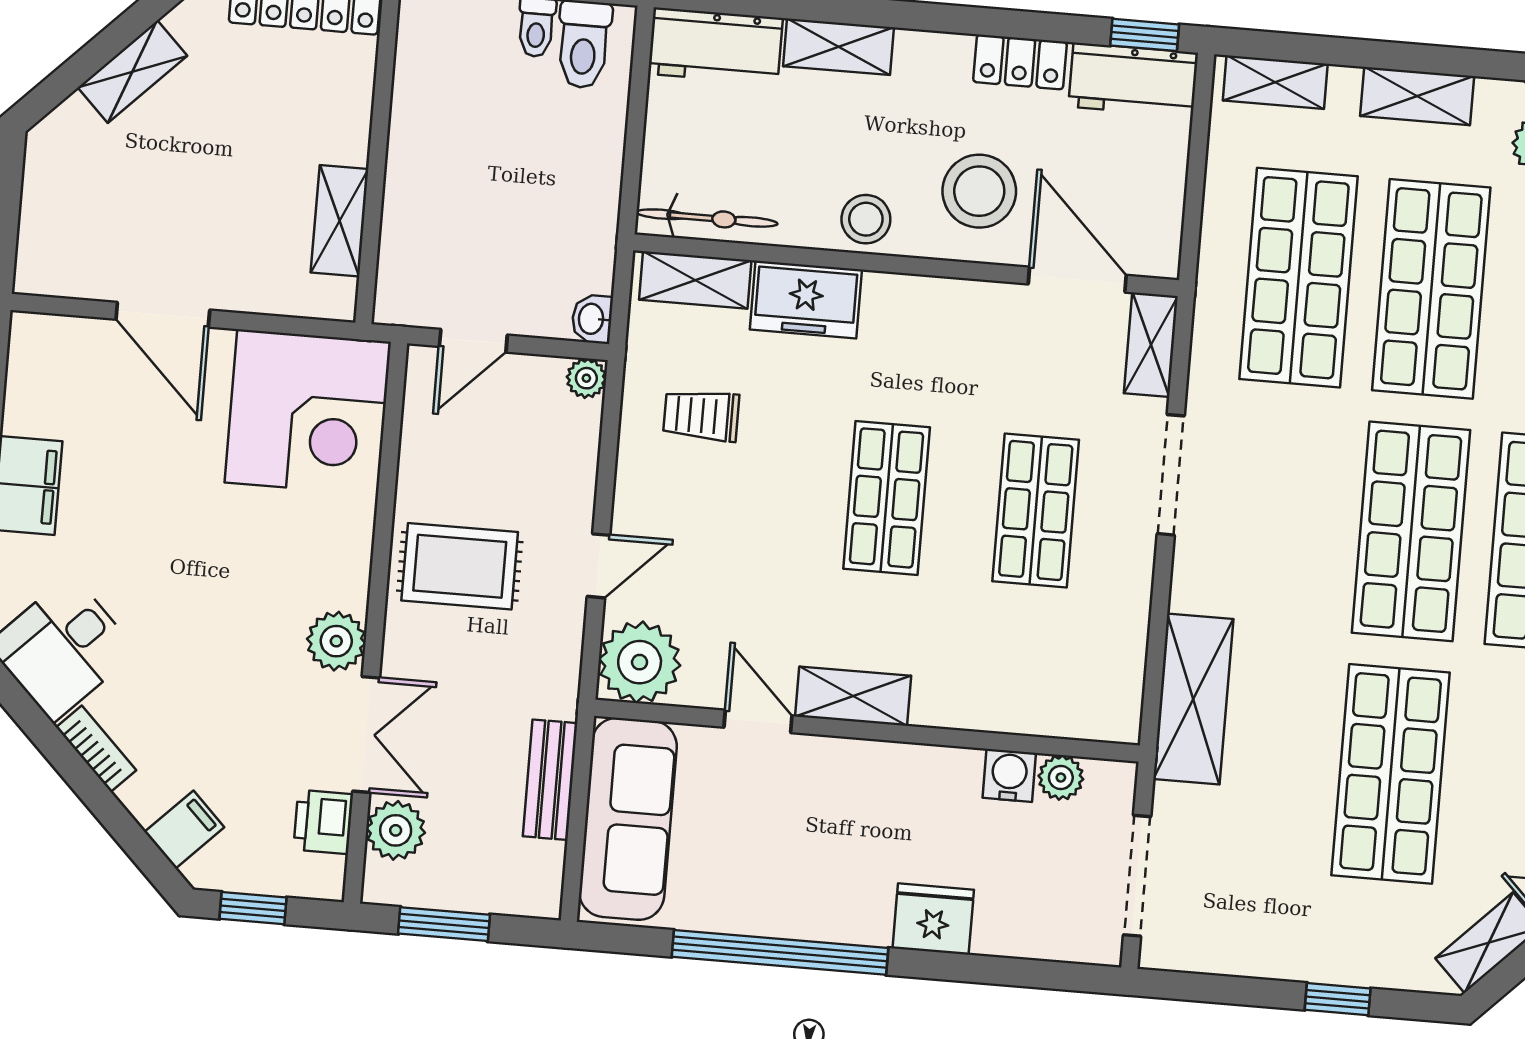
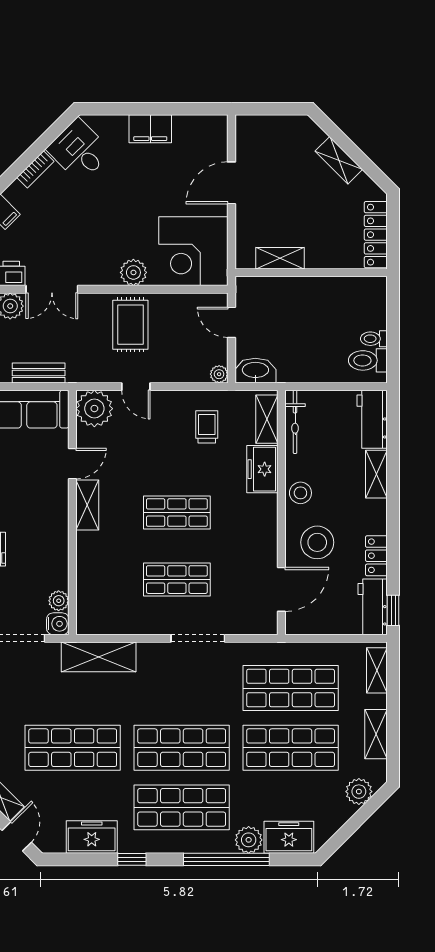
washbasin: (592, 319) -> (255, 371), width x1.91, depth x1.45
shelving: (1151, 345) -> (255, 625), removed
plant: (336, 641) -> (133, 272), moved
water cooler: (1009, 775) -> (58, 624), moved

